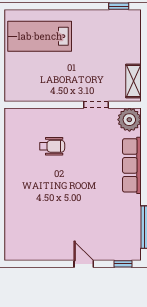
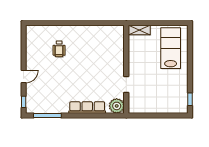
shelving: (133, 81) -> (139, 30), moved
wheelchair: (52, 146) -> (59, 49), moved

